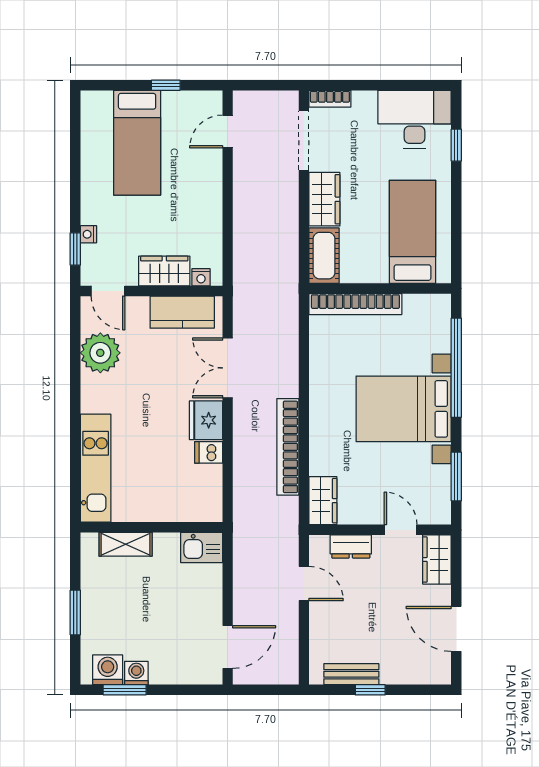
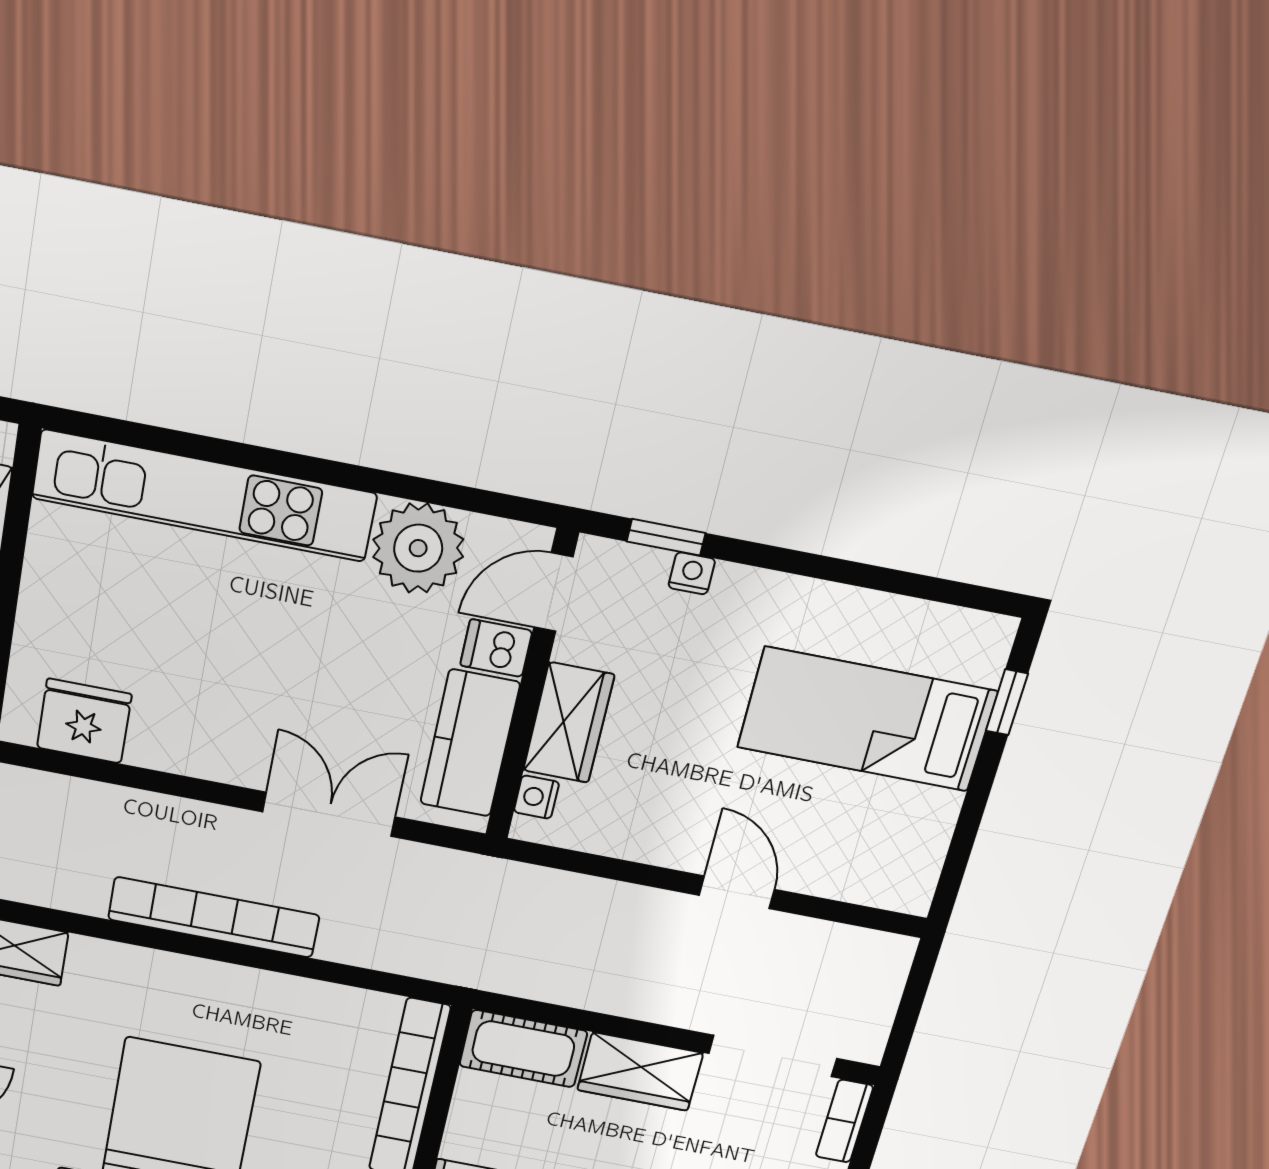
window: (166, 85) -> (1007, 702), moved
door: (228, 131) -> (737, 892), moved
fridge: (206, 420) -> (84, 721), moved
bookcase: (288, 447) -> (214, 917), moved
dishwasher: (209, 452) -> (496, 648), moved, turned -90
kitchen unit: (96, 468) -> (204, 496), width x1.36

